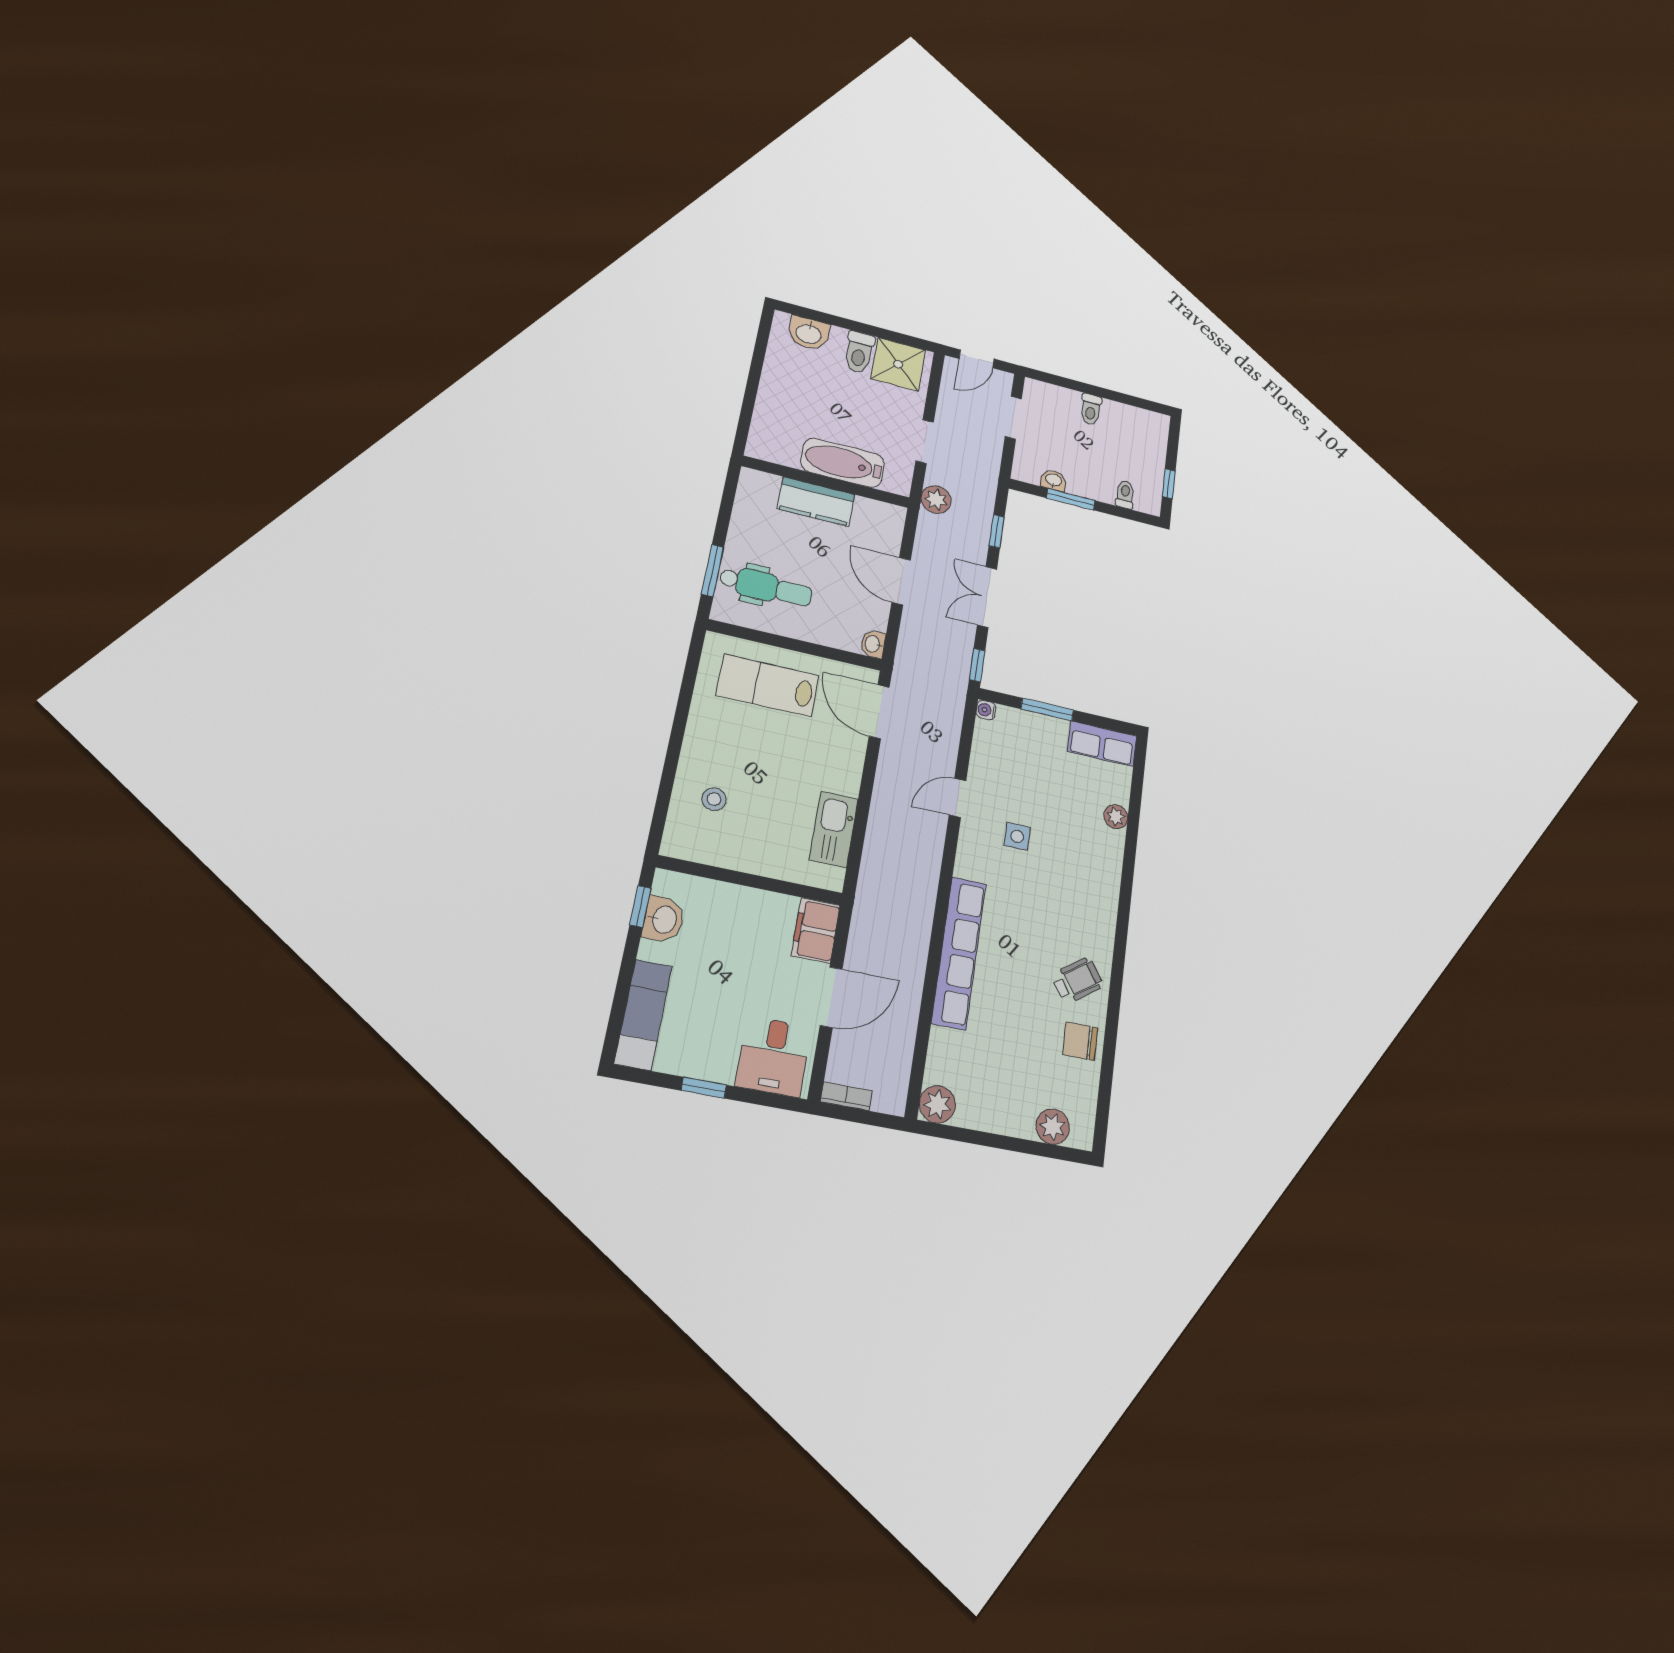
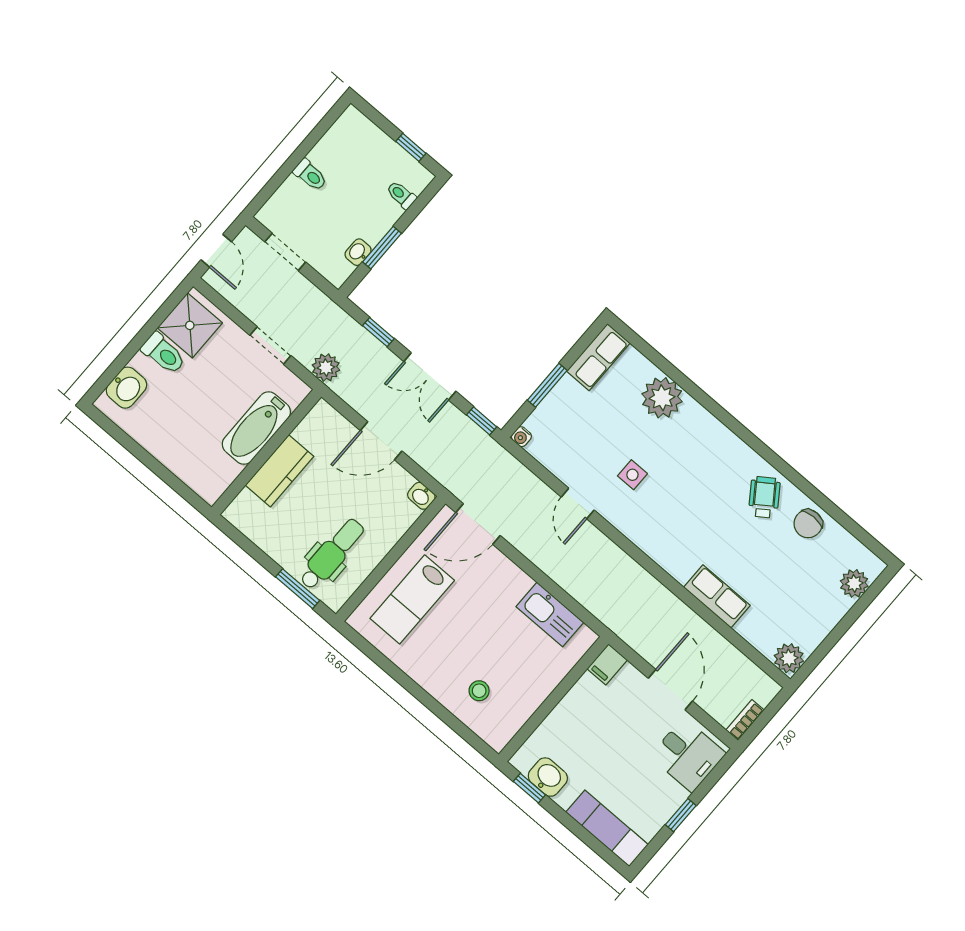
plant: (1116, 817) -> (662, 398), width x1.87, depth x1.87
filing cabinet: (816, 930) -> (607, 664), width x0.50
row of seats: (959, 953) -> (717, 596), width x0.50

